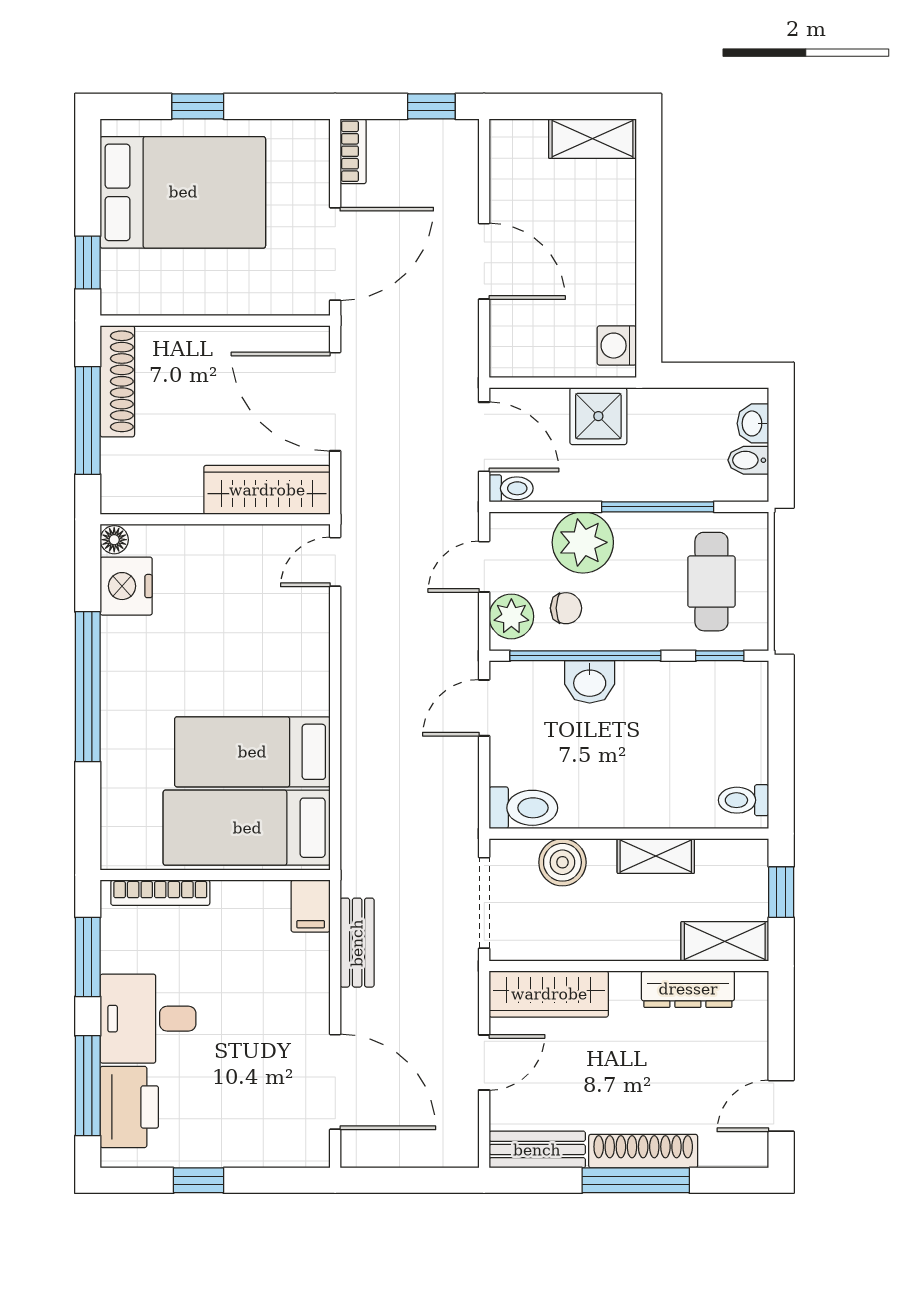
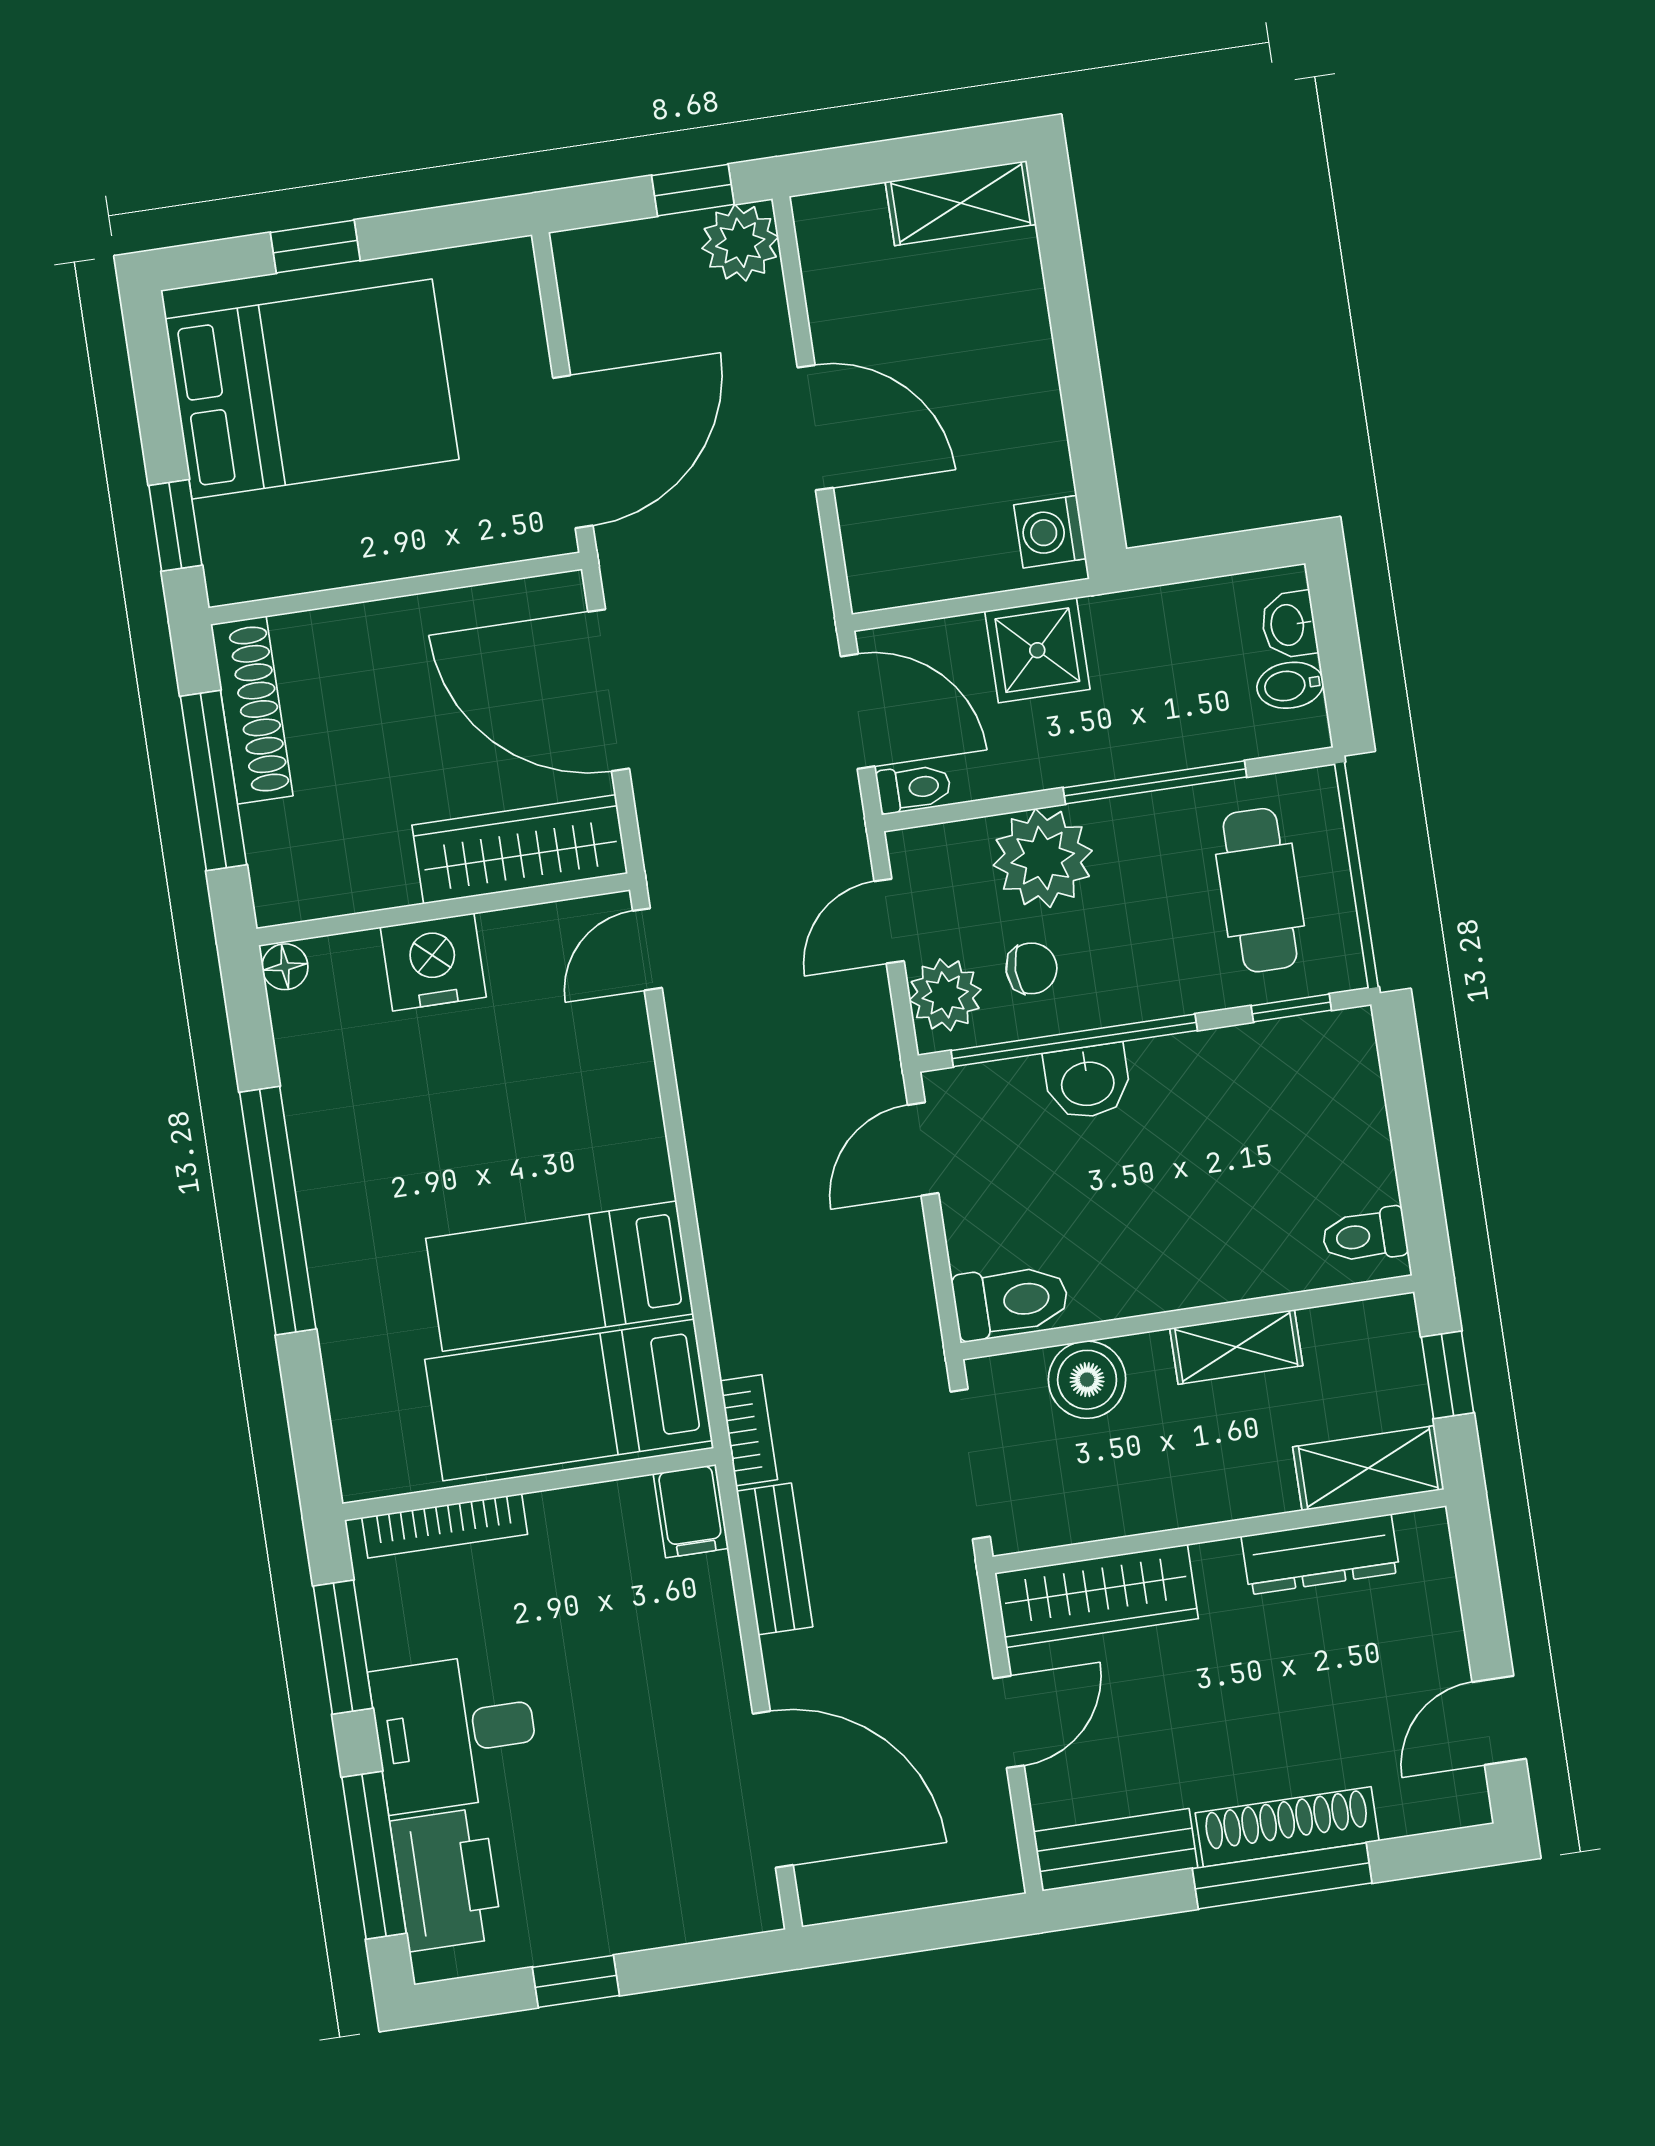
plant: (455, 143) -> (740, 243), added
bookcase: (353, 151) -> (749, 1430), moved
nightstand: (126, 586) -> (433, 962), moved, turned 90

